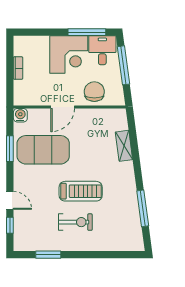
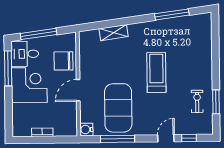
door: (63, 107) -> (78, 90), swing flipped
window: (10, 149) -> (117, 139), width x1.44
exercise bike: (75, 222) -> (197, 101), moved, width x0.73, depth x0.72

